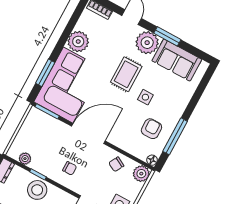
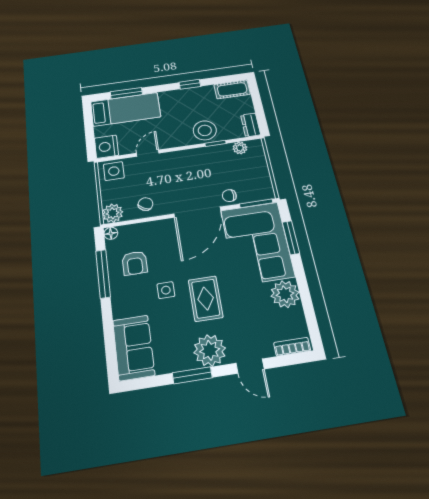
sofa: (177, 60) -> (134, 348), moved, turned 90
chair: (70, 168) -> (229, 196), moved

